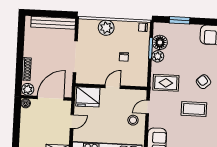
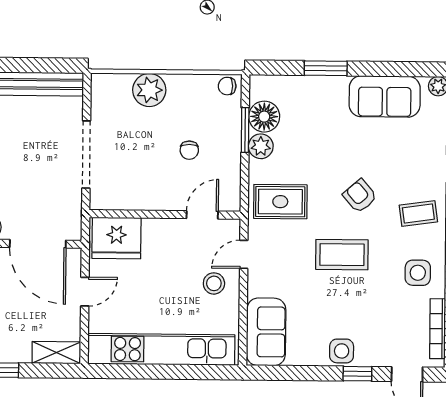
window: (180, 20) -> (326, 68), moved
door: (113, 87) -> (202, 215), moved
door: (51, 98) -> (38, 244), swing flipped

